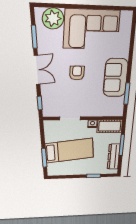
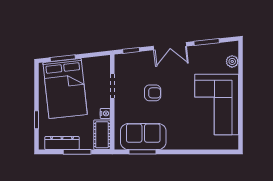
plant: (53, 18) -> (232, 61), width x0.53, depth x0.53
armchair: (77, 73) -> (153, 93), moved
sofa: (116, 78) -> (143, 137), moved
bed: (69, 150) -> (65, 89), width x1.50

